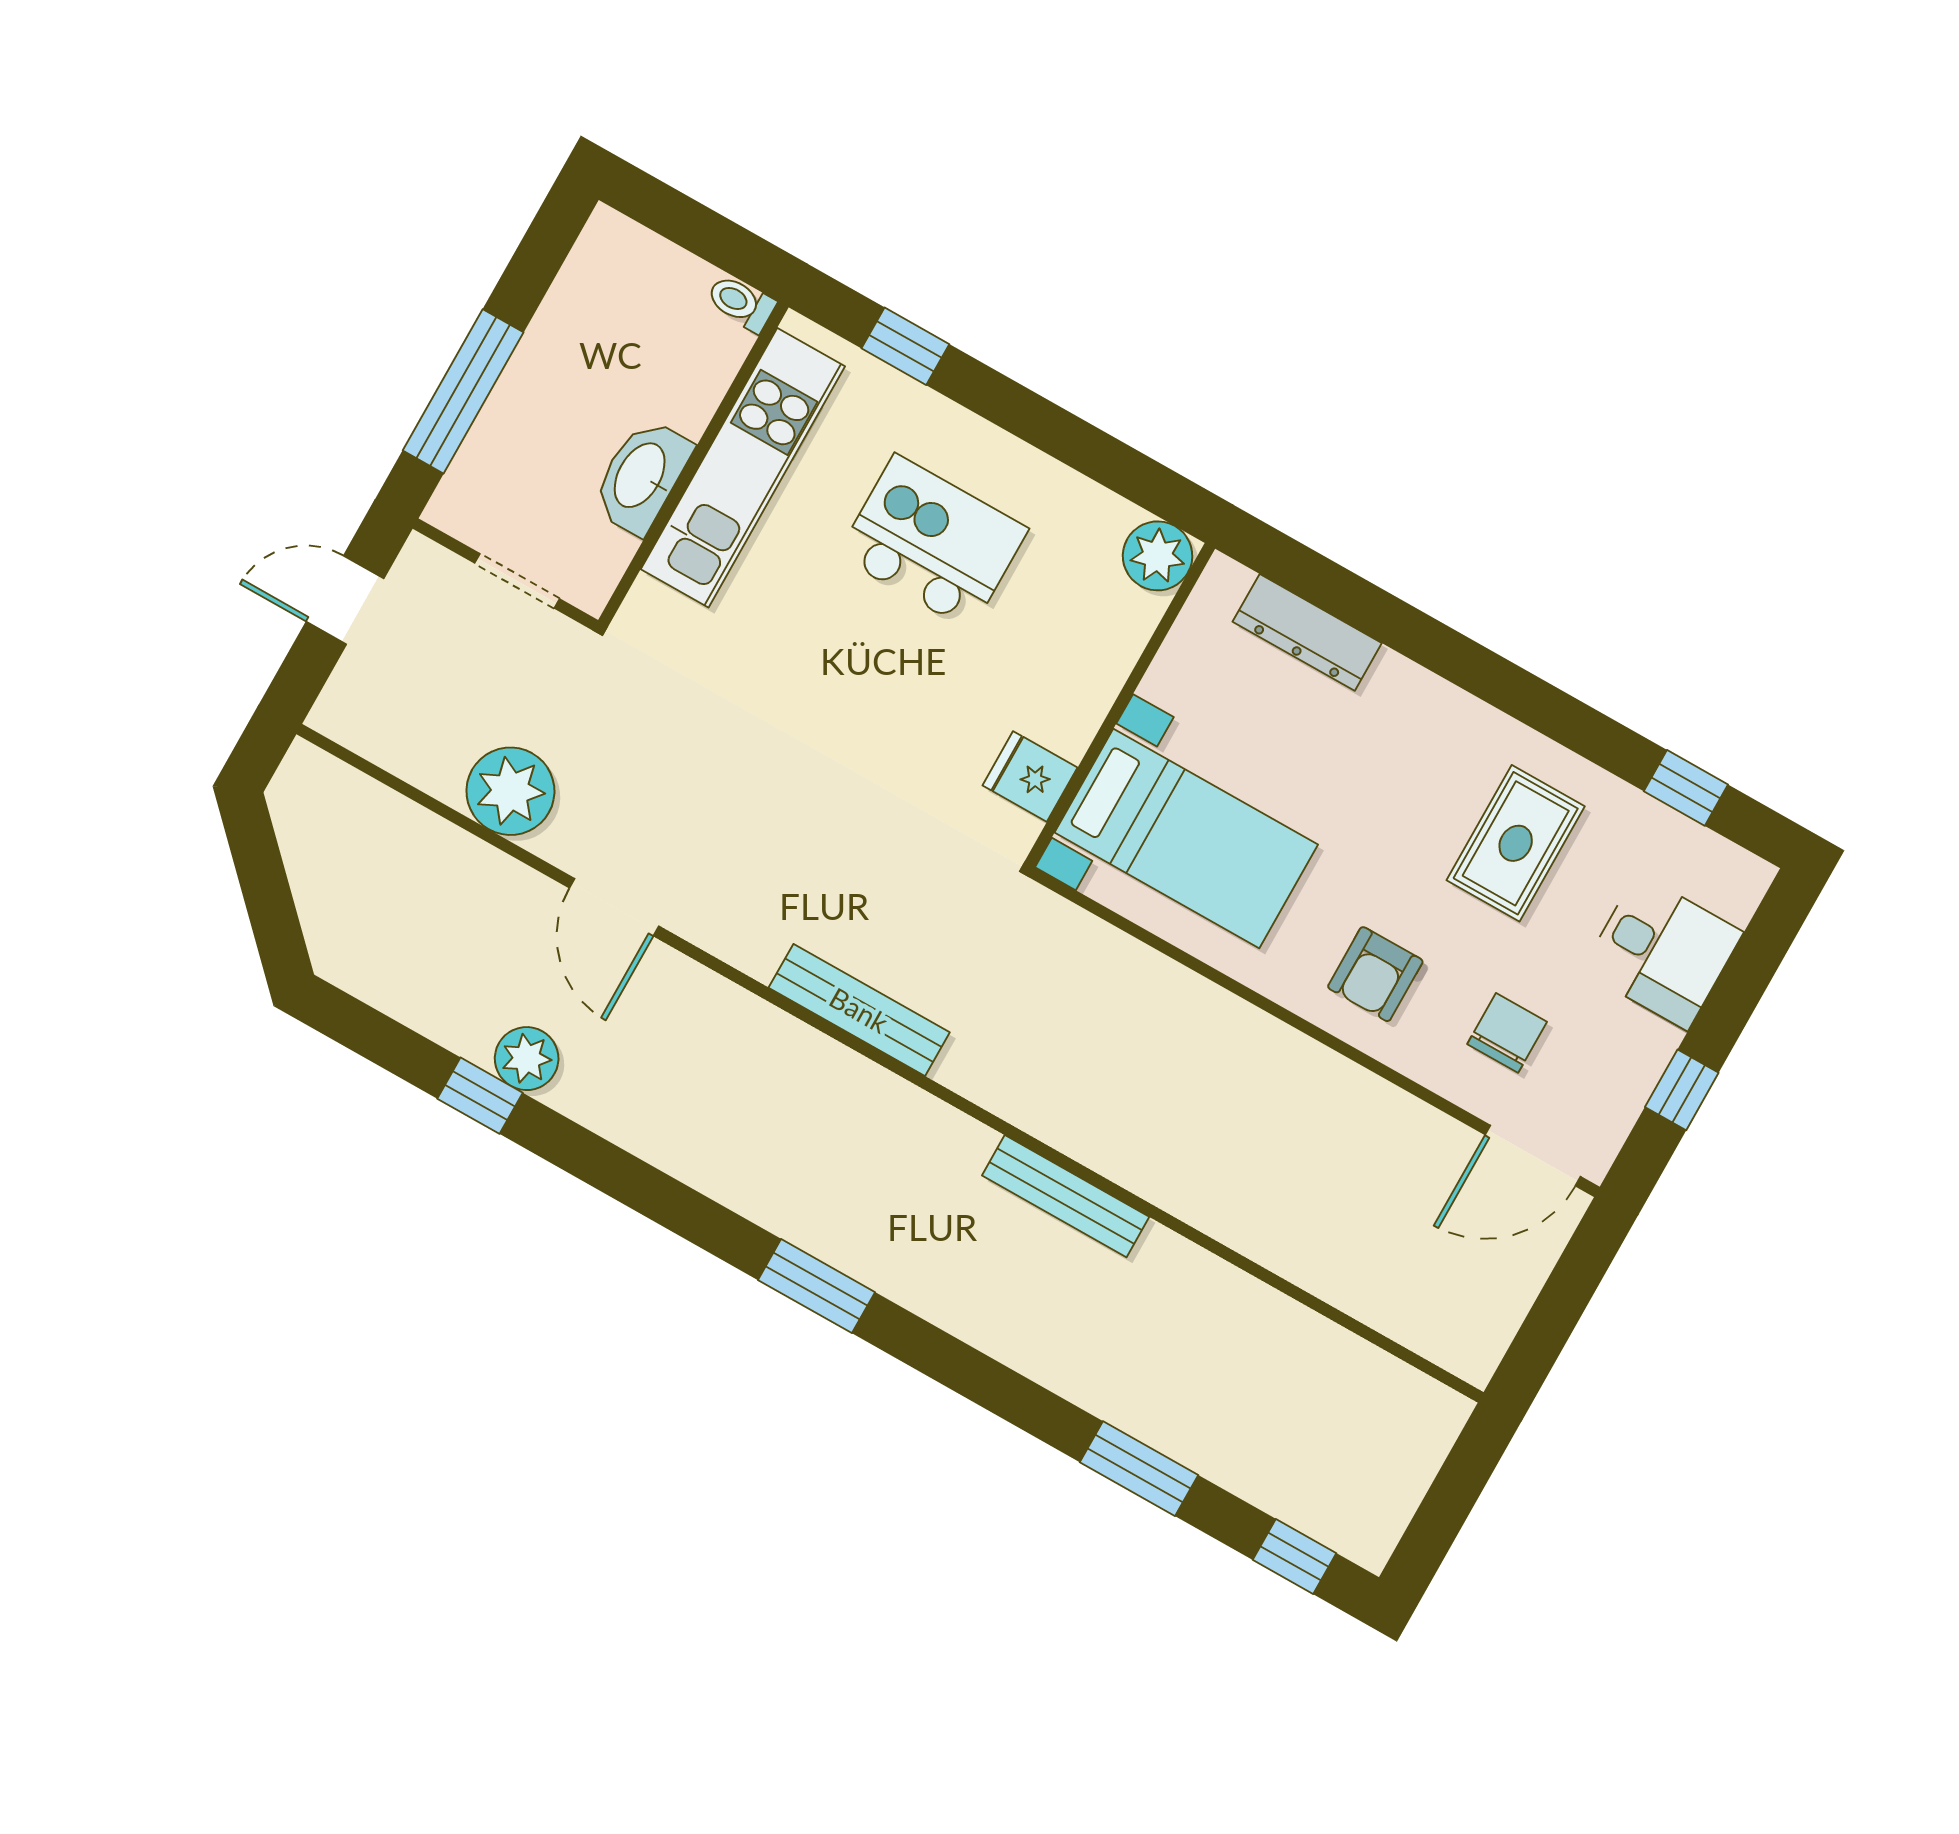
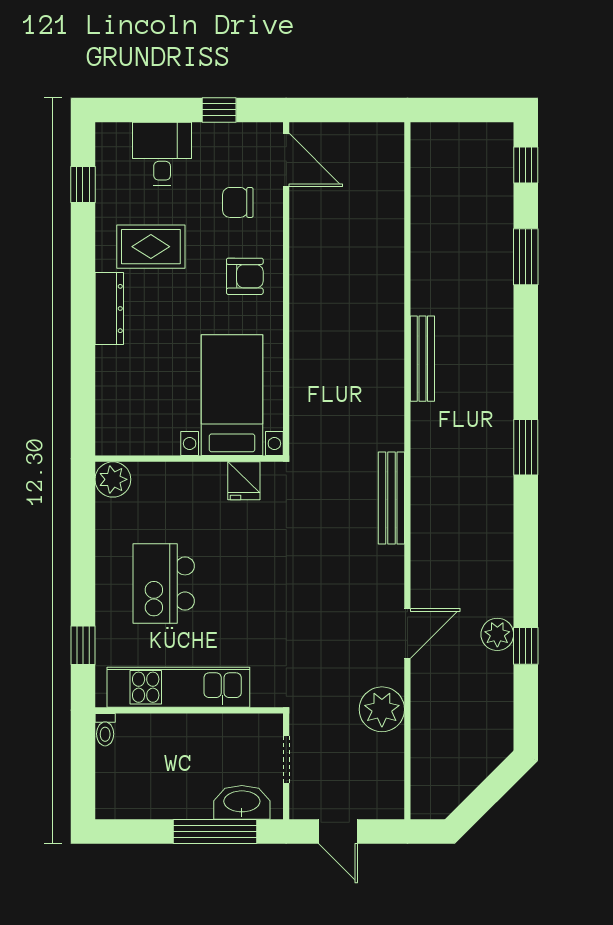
washbasin: (641, 476) -> (242, 802), moved, turned 180
dresser: (1307, 632) -> (109, 309), moved

